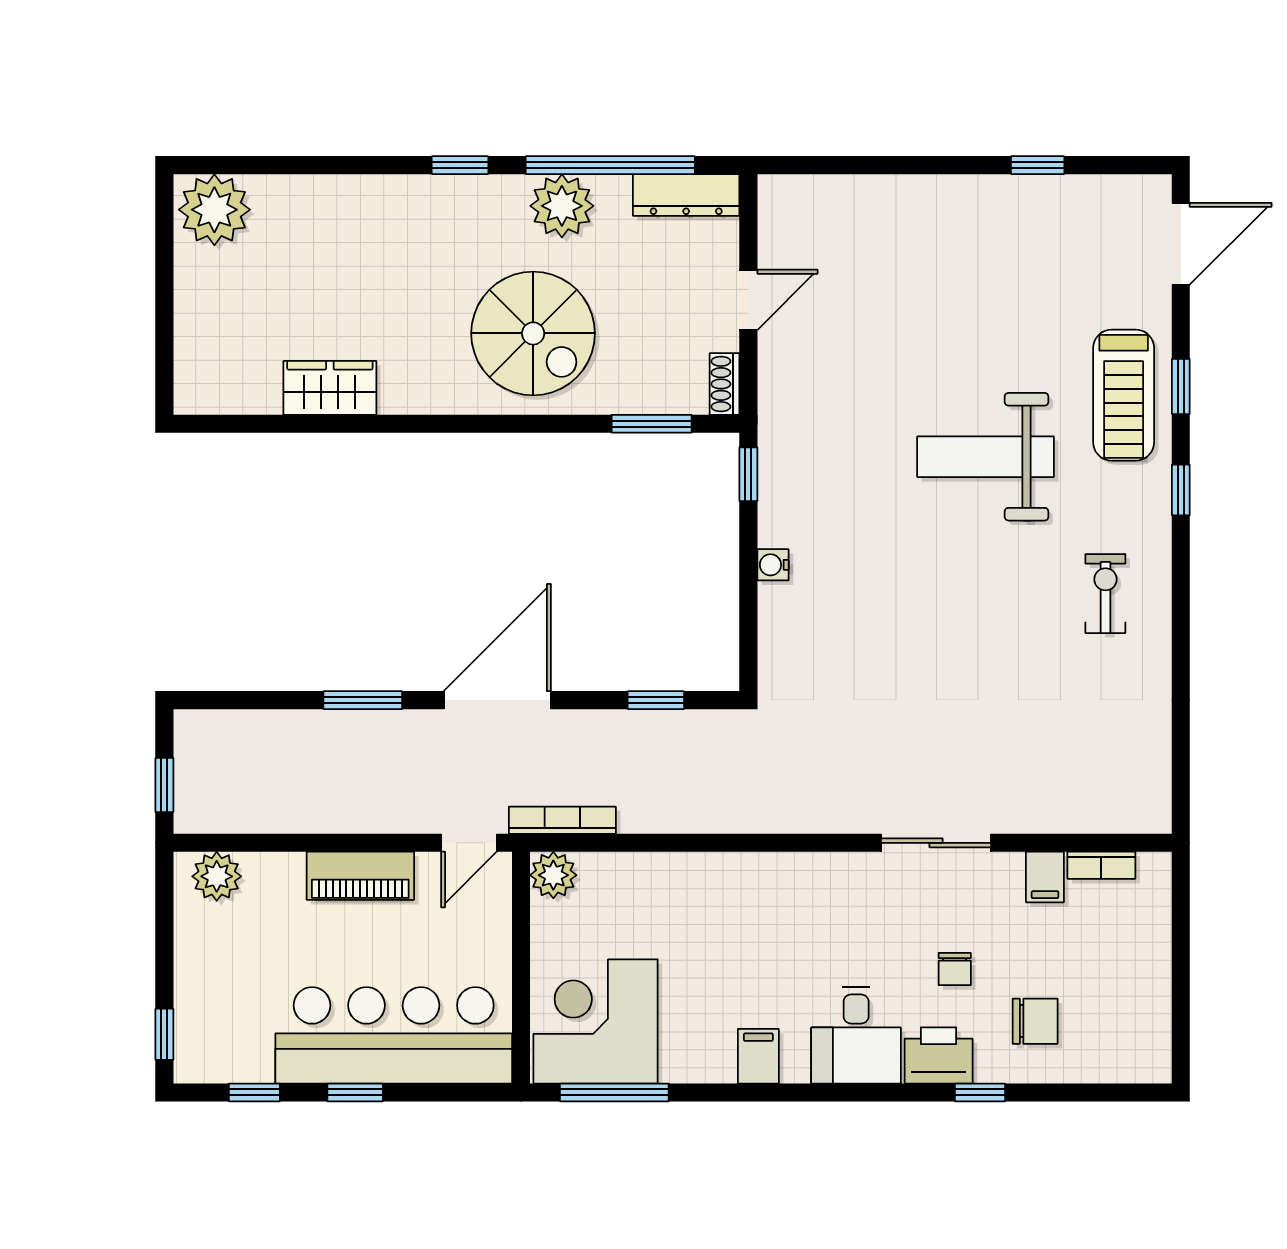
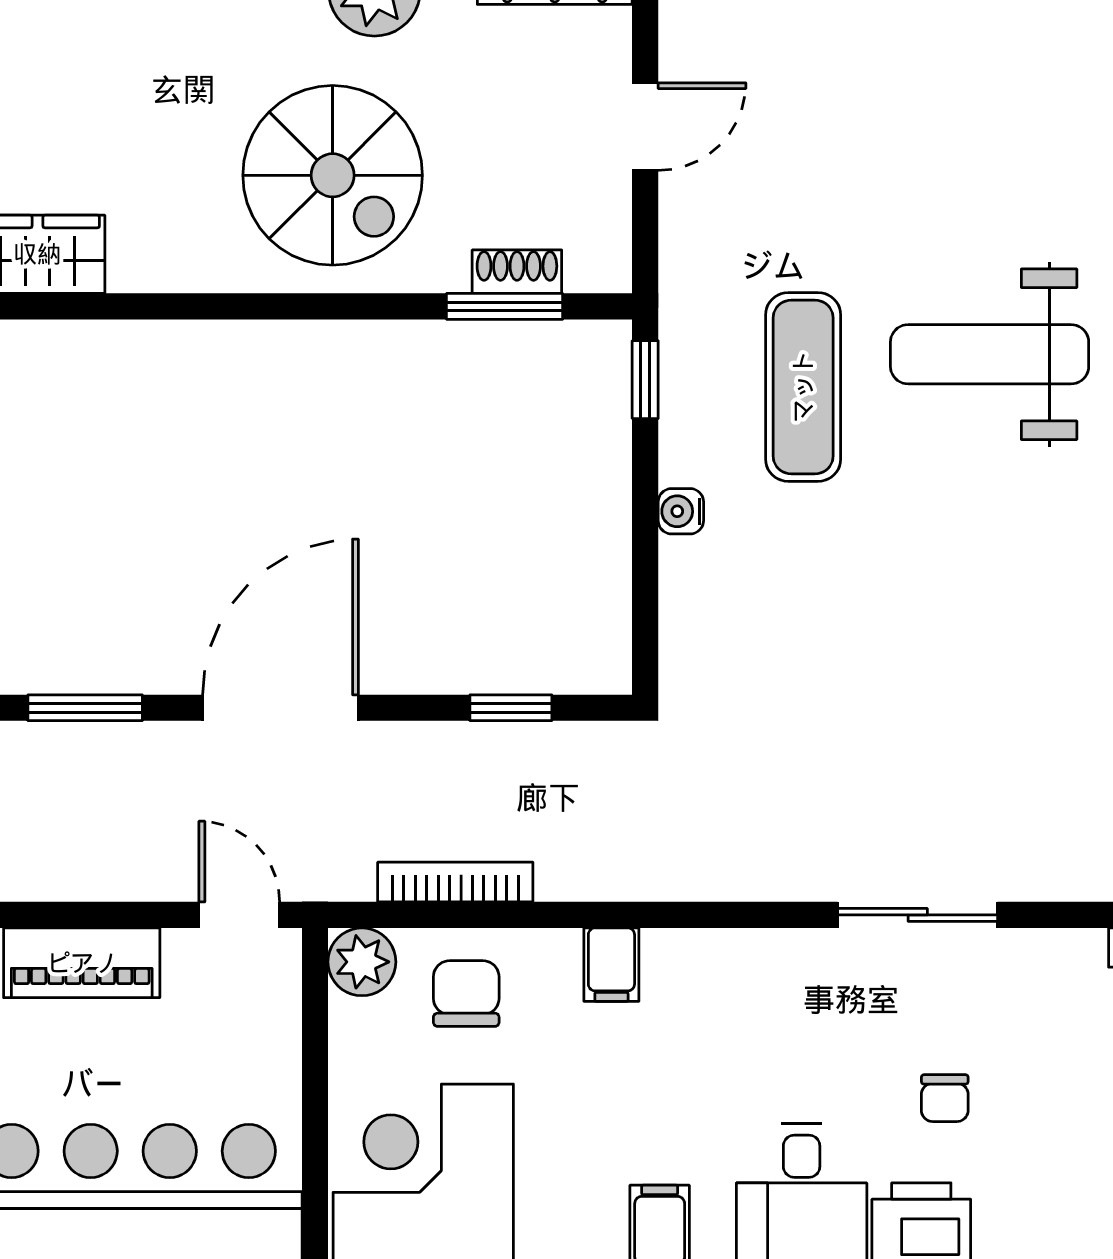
shoe rack: (724, 384) -> (517, 272), moved, turned 90
exercise mat: (857, 479) -> (803, 387), added
bookcase: (562, 820) -> (455, 882), moved
door: (469, 843) -> (239, 915), swing flipped
filing cabinet: (1045, 877) -> (611, 965), moved
chair: (1035, 1021) -> (466, 994), moved, turned -90

